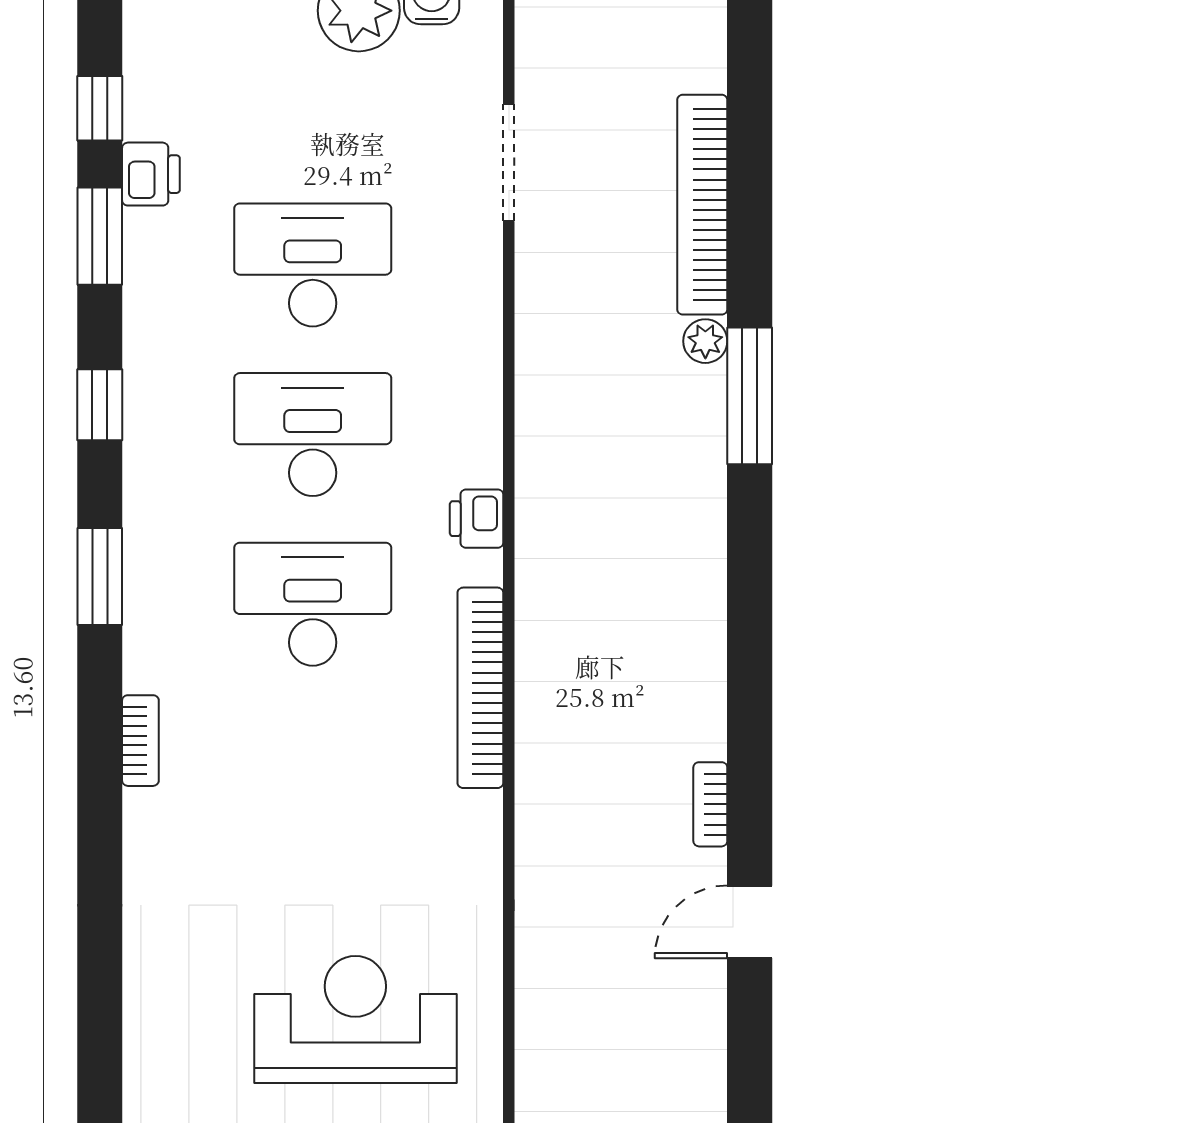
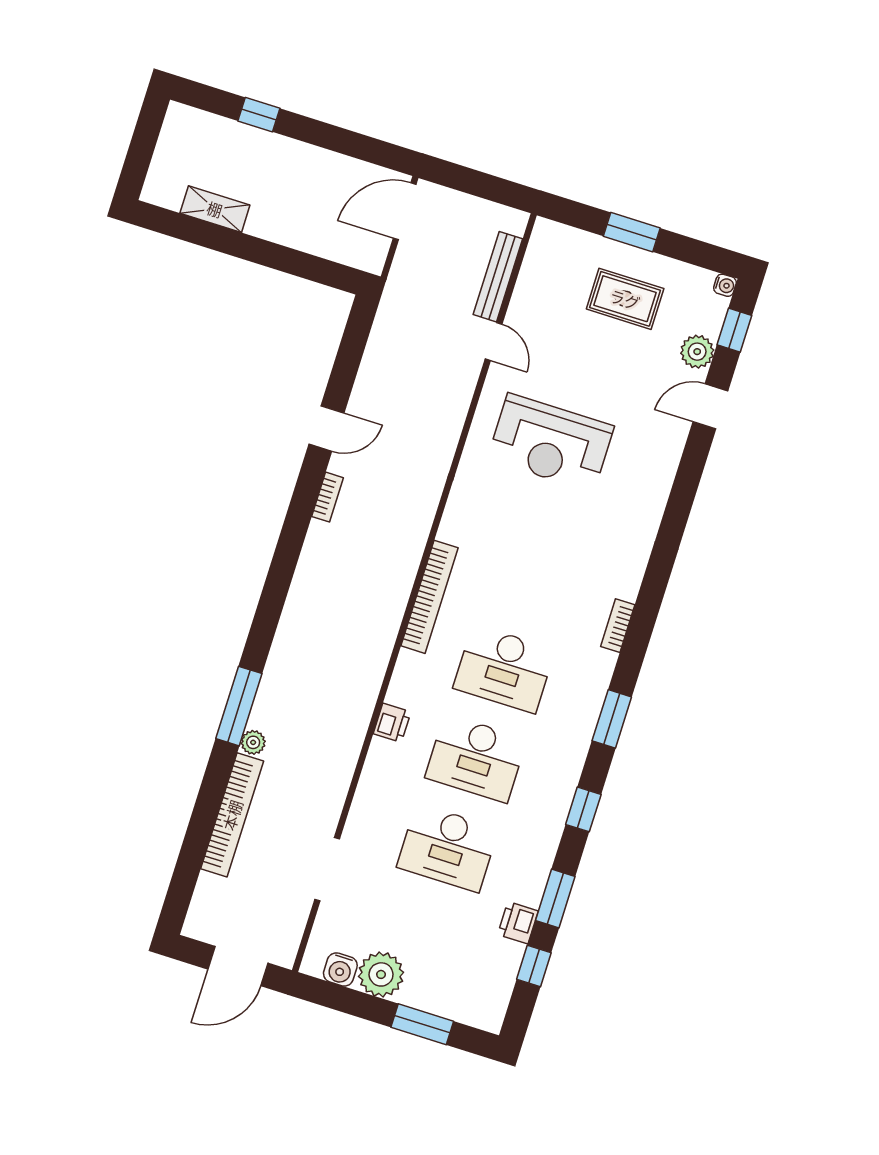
printer: (477, 519) -> (392, 723), moved

